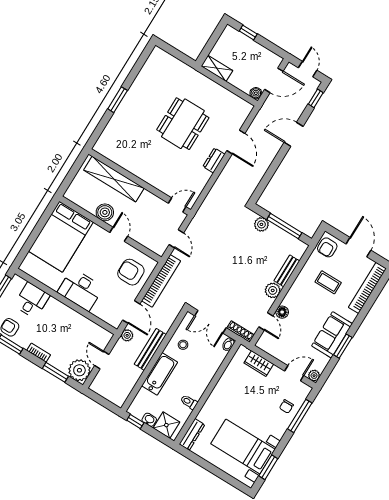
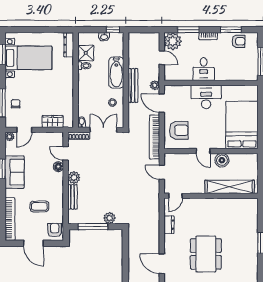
dresser: (214, 160) -> (169, 225), moved
desk: (32, 300) -> (204, 69), moved
shower: (166, 425) -> (86, 53), moved

